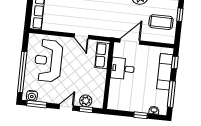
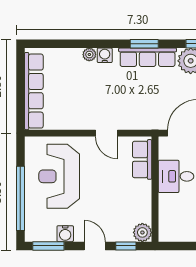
water cooler: (32, 96) -> (65, 234), moved
plant: (86, 101) -> (142, 232), moved
door: (66, 107) -> (95, 246), hinge flipped

